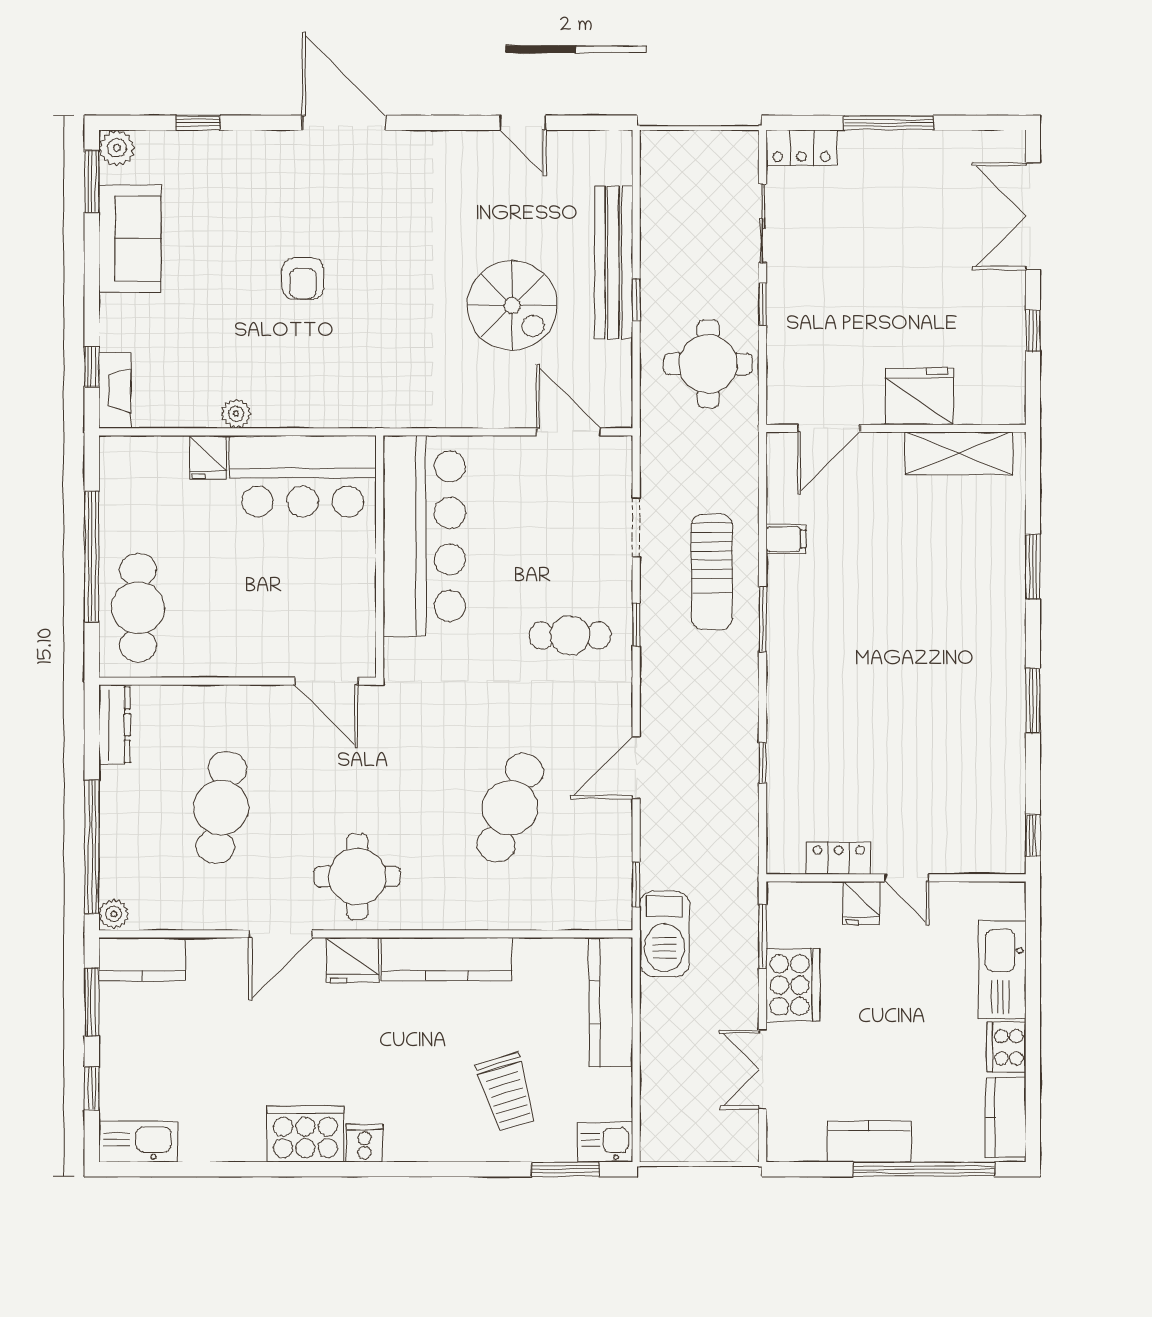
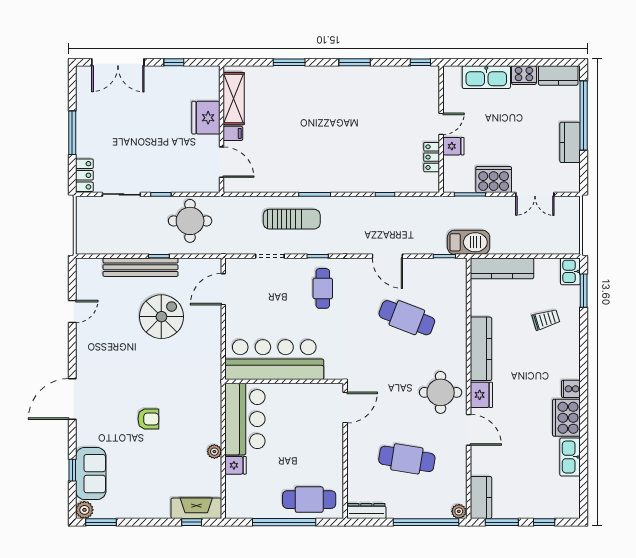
sofa: (130, 239) -> (91, 474), moved, turned 90
fireplace: (115, 391) -> (196, 508), width x1.37, depth x1.32
filing cabinet: (786, 539) -> (233, 133), moved, turned 90
trolley: (507, 1092) -> (546, 319), width x0.73, depth x0.72
kitchen sink: (138, 1142) -> (570, 457), moved

